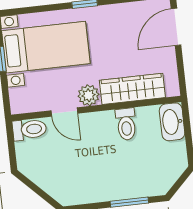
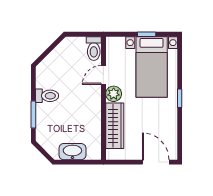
washbasin: (172, 122) -> (72, 152), moved
toilet: (126, 124) -> (47, 96), moved, turned 180

